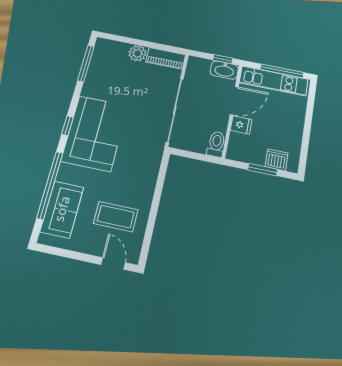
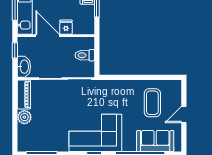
washbasin: (224, 70) -> (24, 67), moved
toilet: (216, 144) -> (85, 55), moved
door: (113, 264) -> (184, 115), moved

